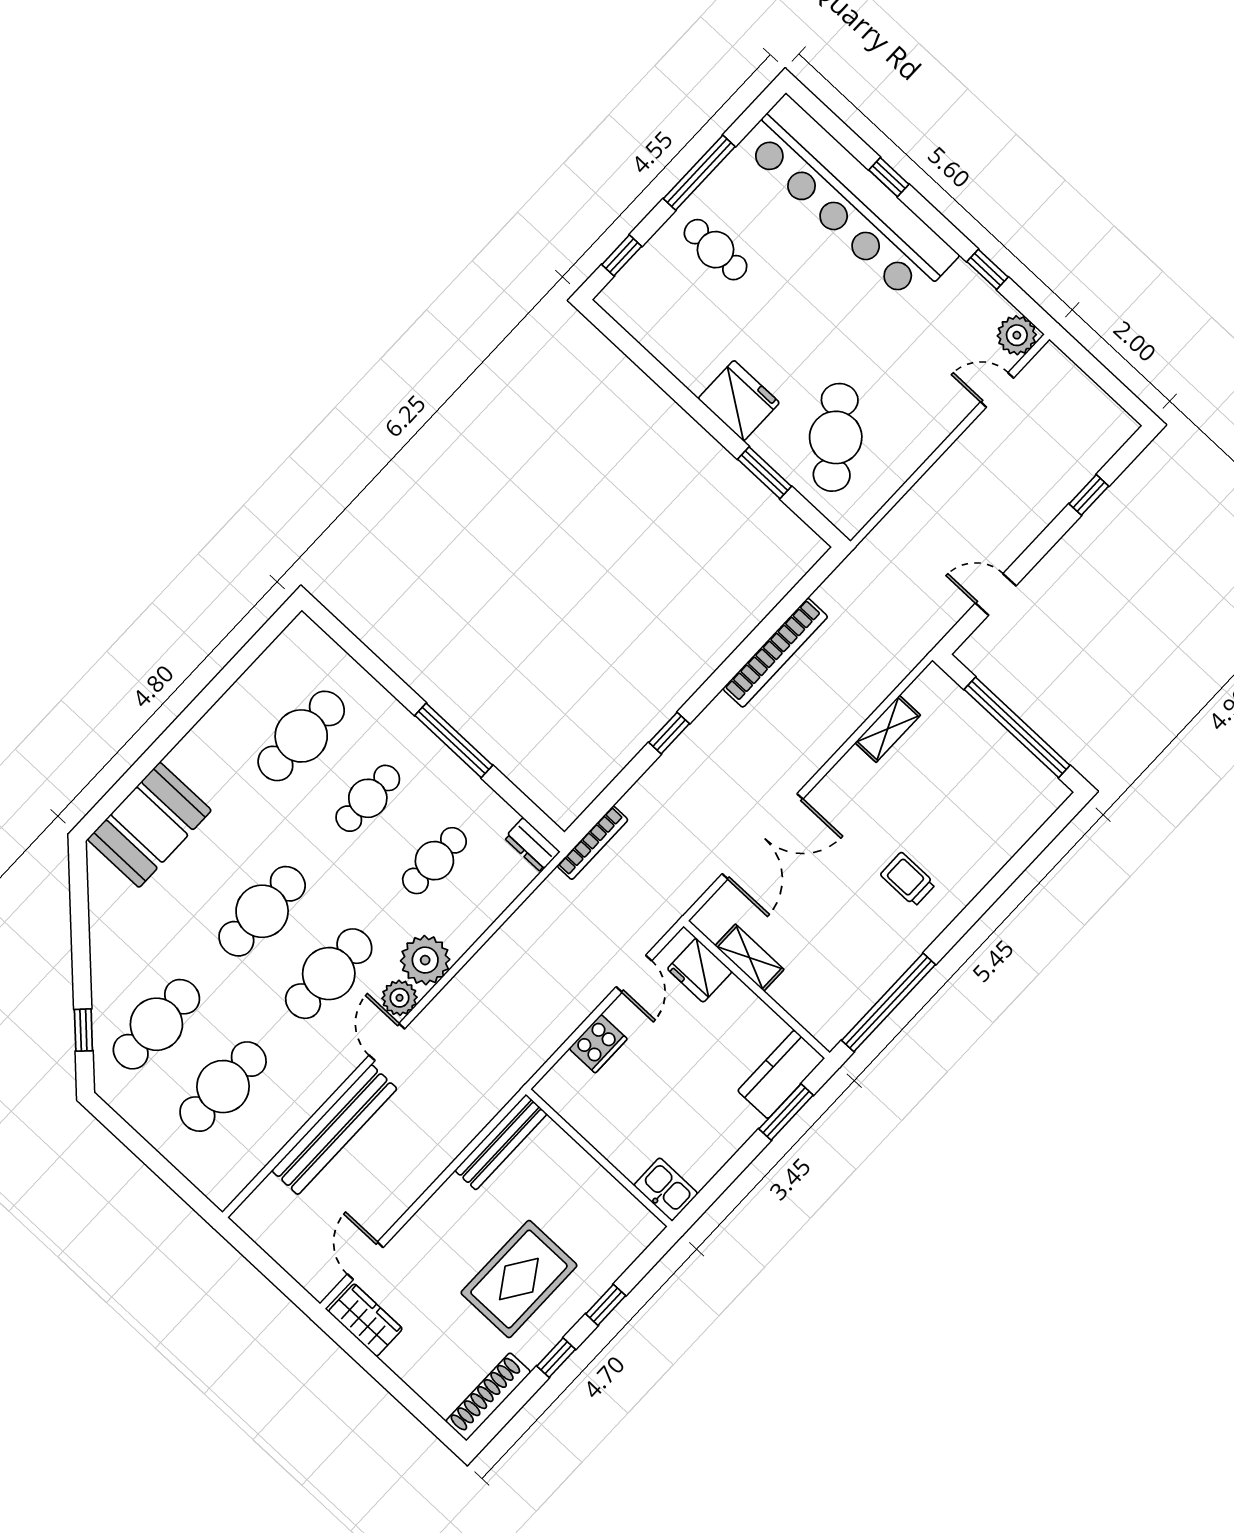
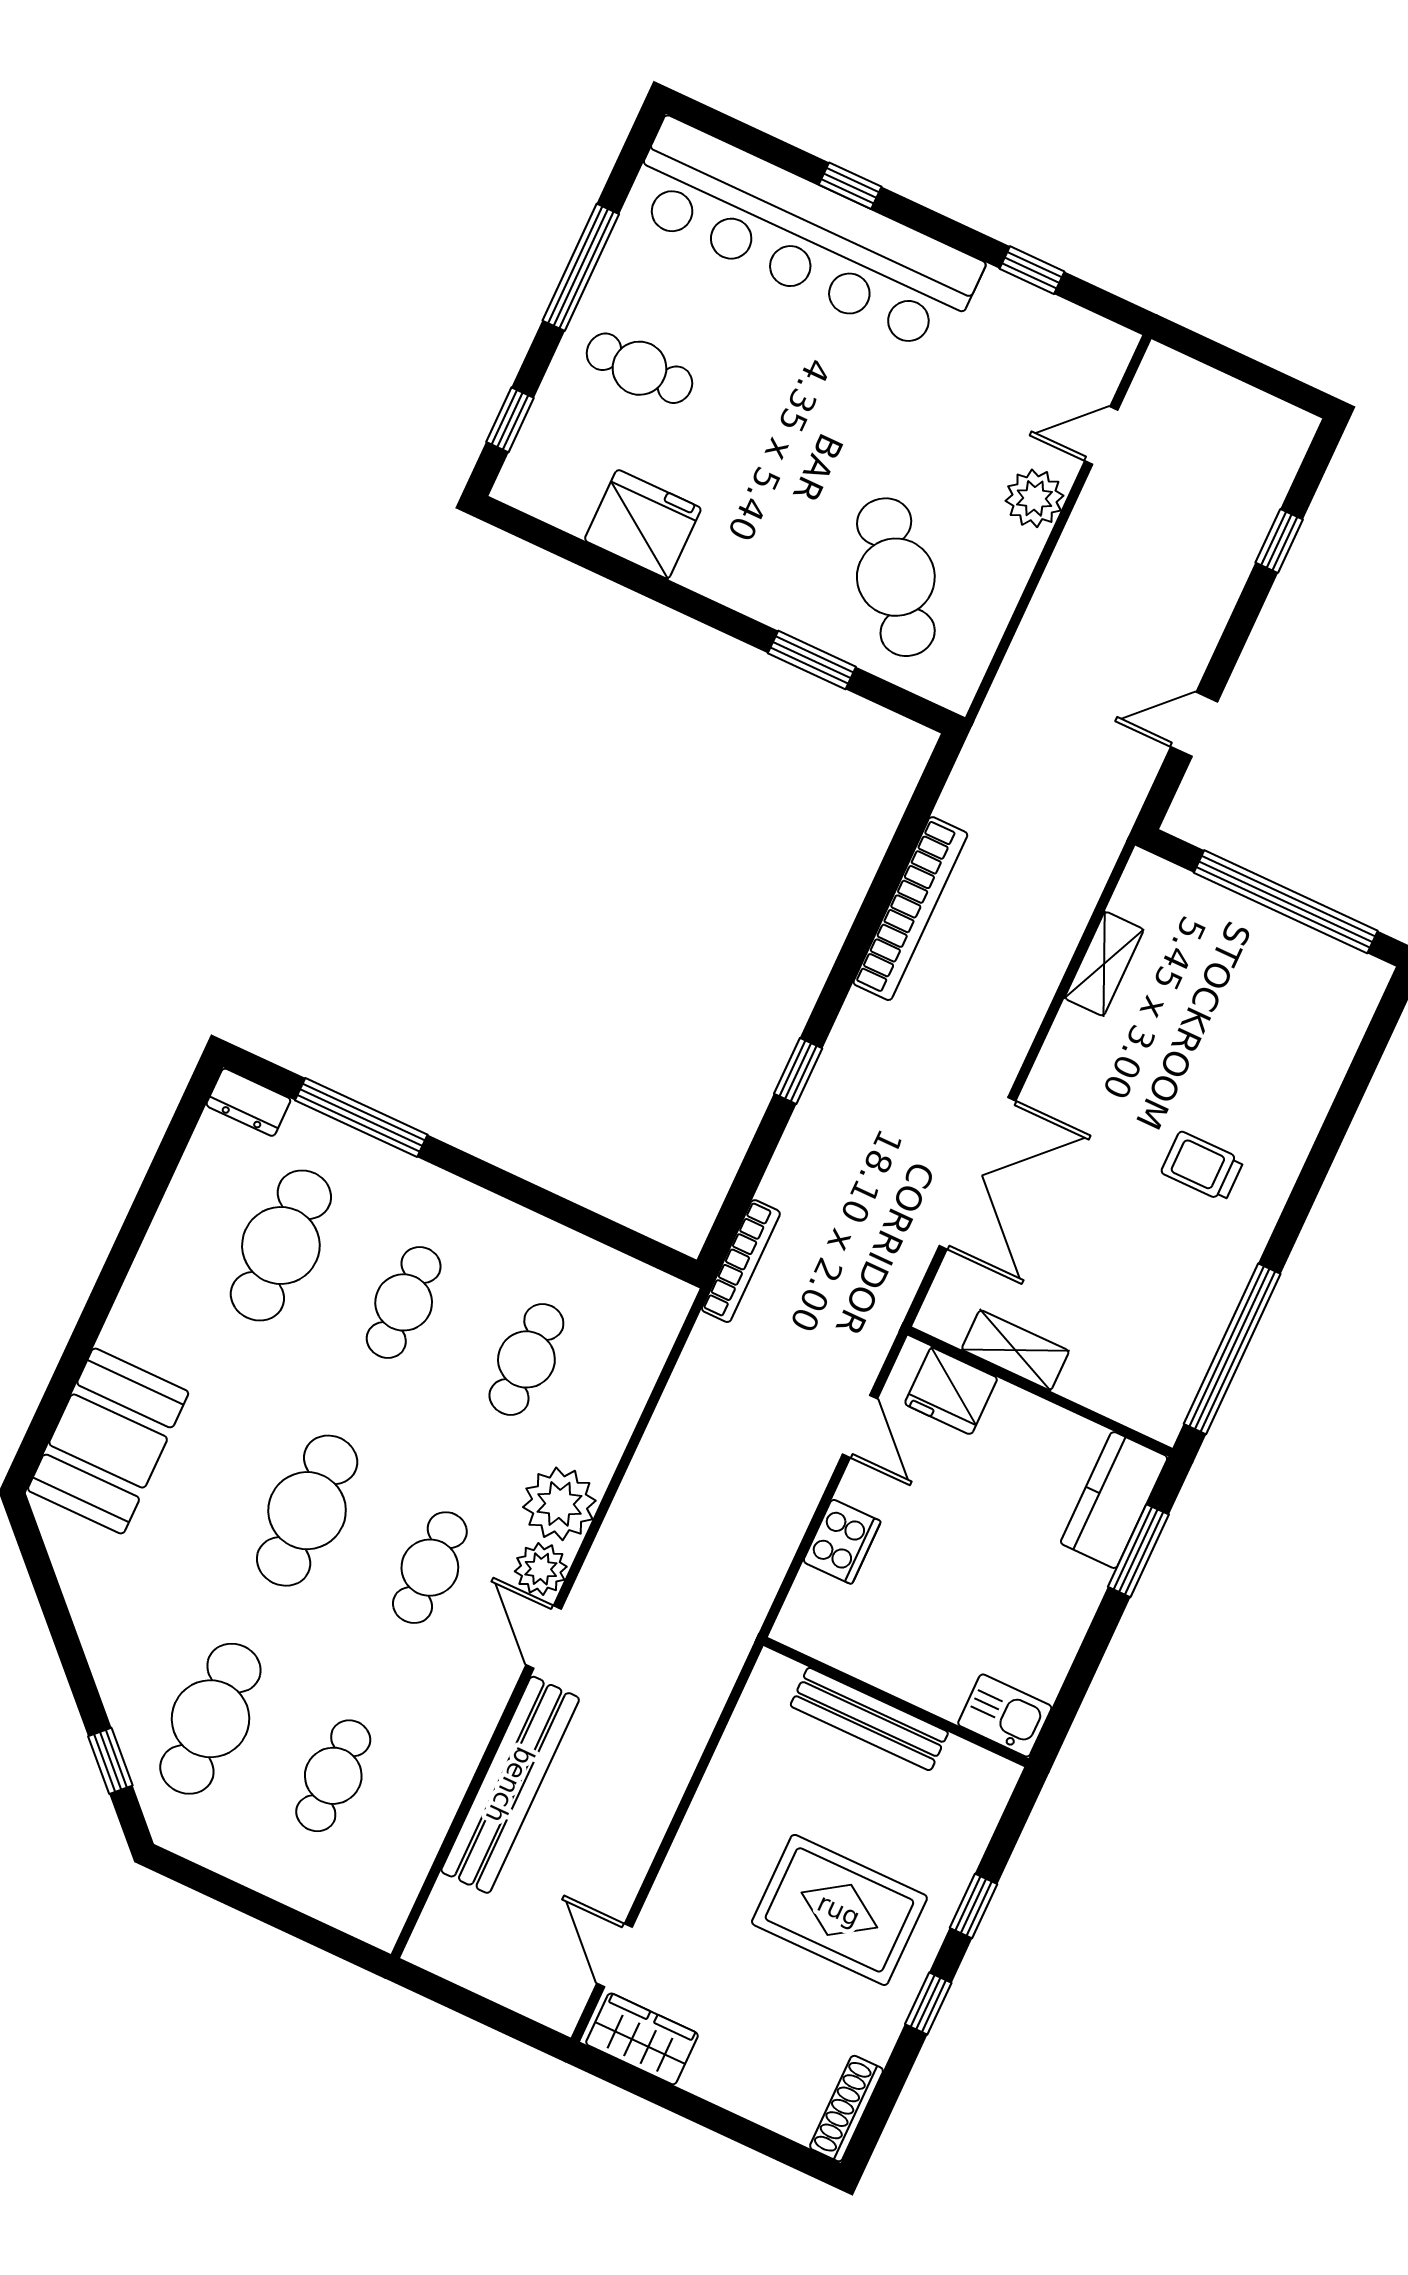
plant: (1017, 335) -> (1035, 498), moved
fridge: (739, 401) -> (643, 524), moved
window: (454, 740) -> (361, 1118), moved
dresser: (532, 845) -> (248, 1102), moved
cafe table: (329, 974) -> (430, 1568), width x0.73, depth x0.74
cafe table: (223, 1087) -> (333, 1776), width x0.73, depth x0.74
bench: (501, 1142) -> (869, 1719), moved, turned 90
rug: (519, 1279) -> (839, 1910), turned 90
shoe rack: (488, 1397) -> (846, 2109), width x0.74, depth x0.81

